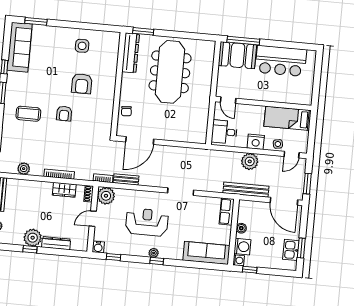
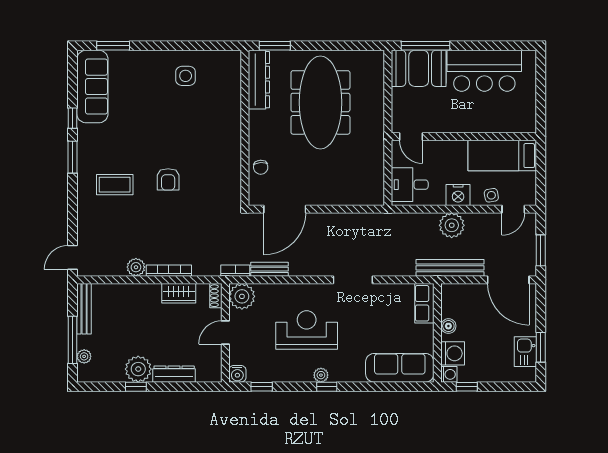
armchair: (82, 84) -> (190, 132), removed
plant: (24, 169) -> (136, 267), moved

